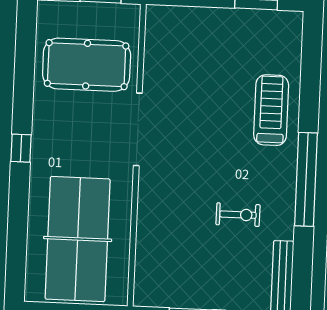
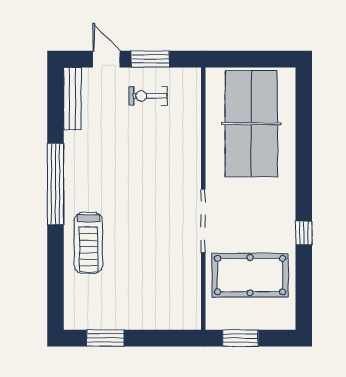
window: (21, 148) -> (304, 233), moved
exercise bike: (238, 215) -> (148, 96), moved

